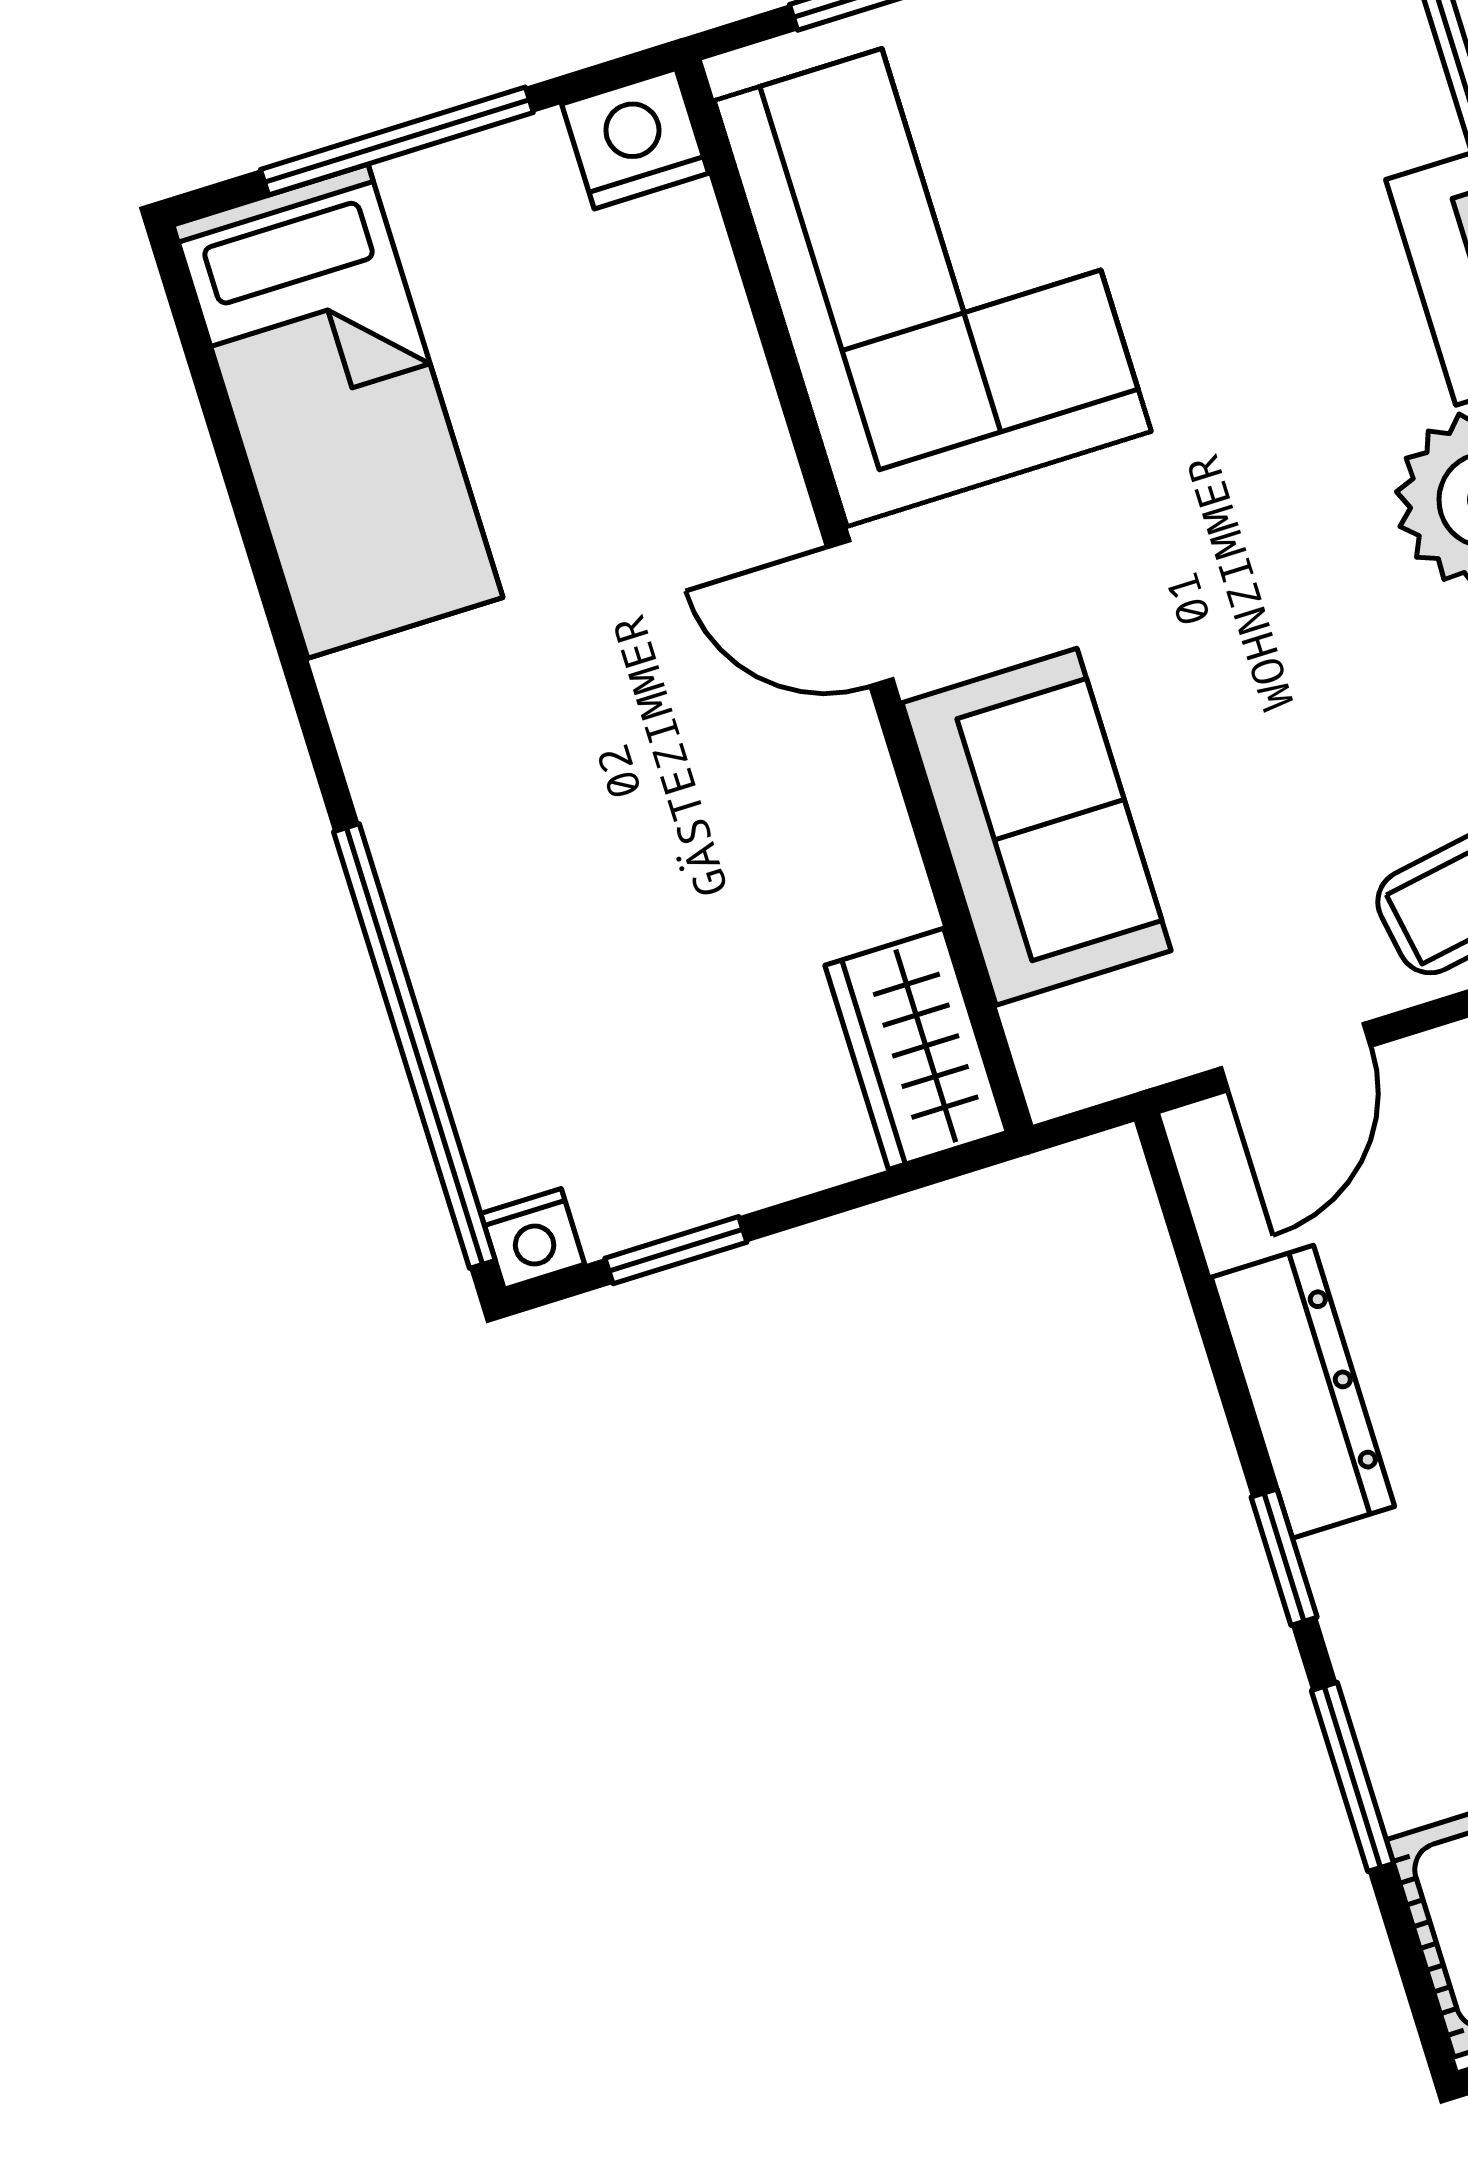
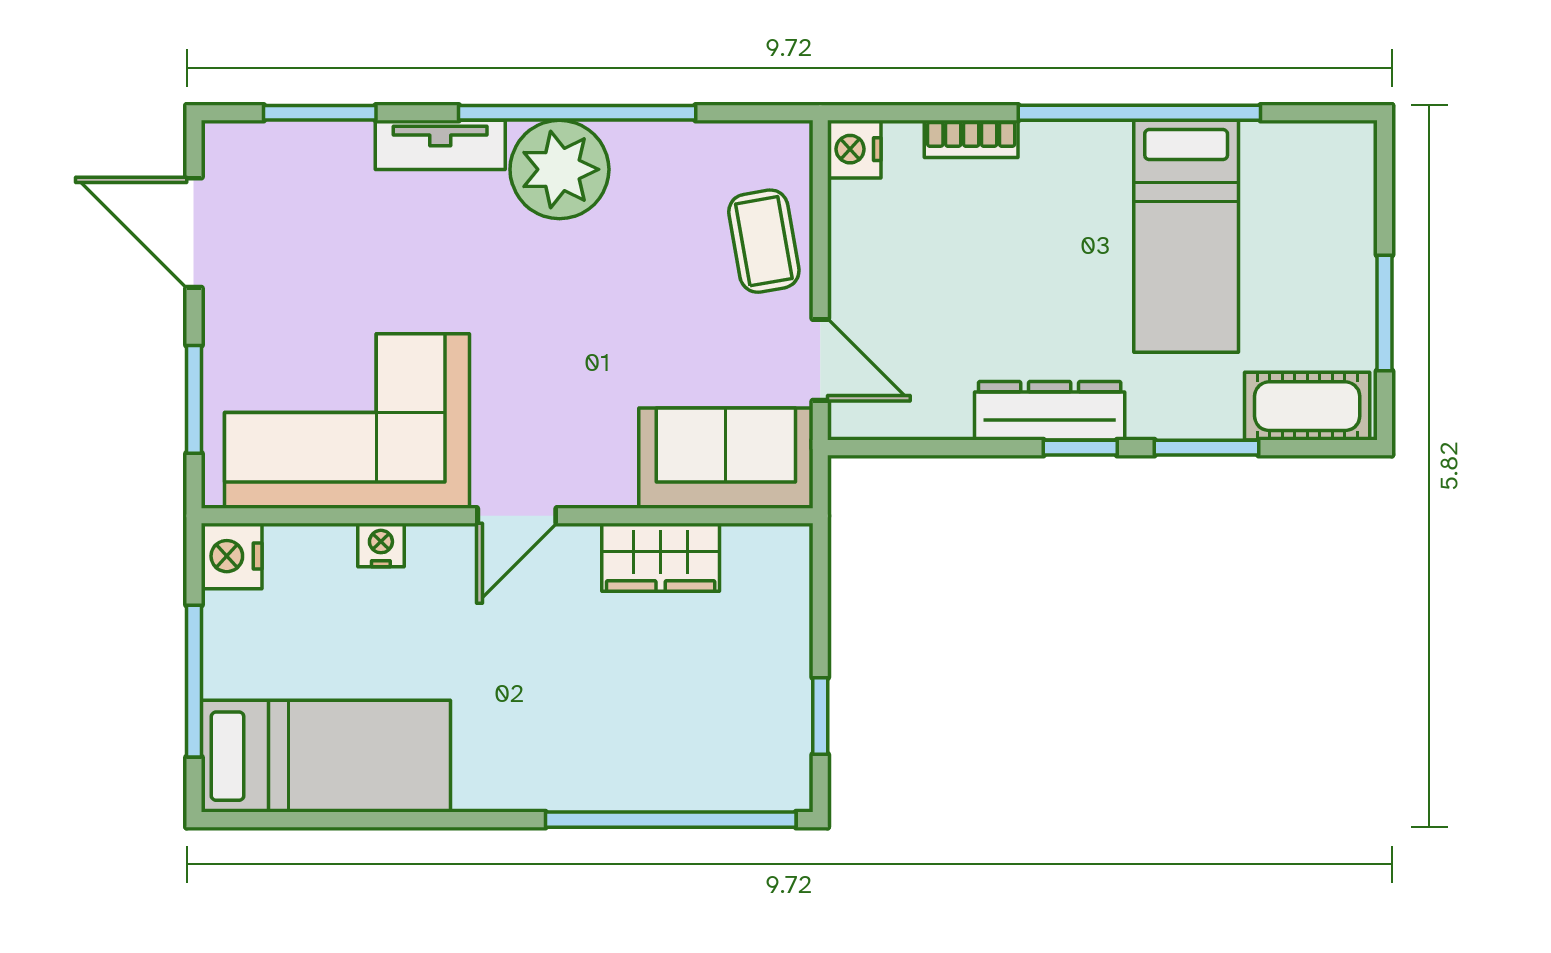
sofa: (1037, 827) -> (726, 458), moved
wardrobe: (916, 1049) -> (661, 557), moved
nightstand: (533, 1239) -> (381, 545), moved, turned -90
dresser: (1303, 1392) -> (1050, 411), moved

